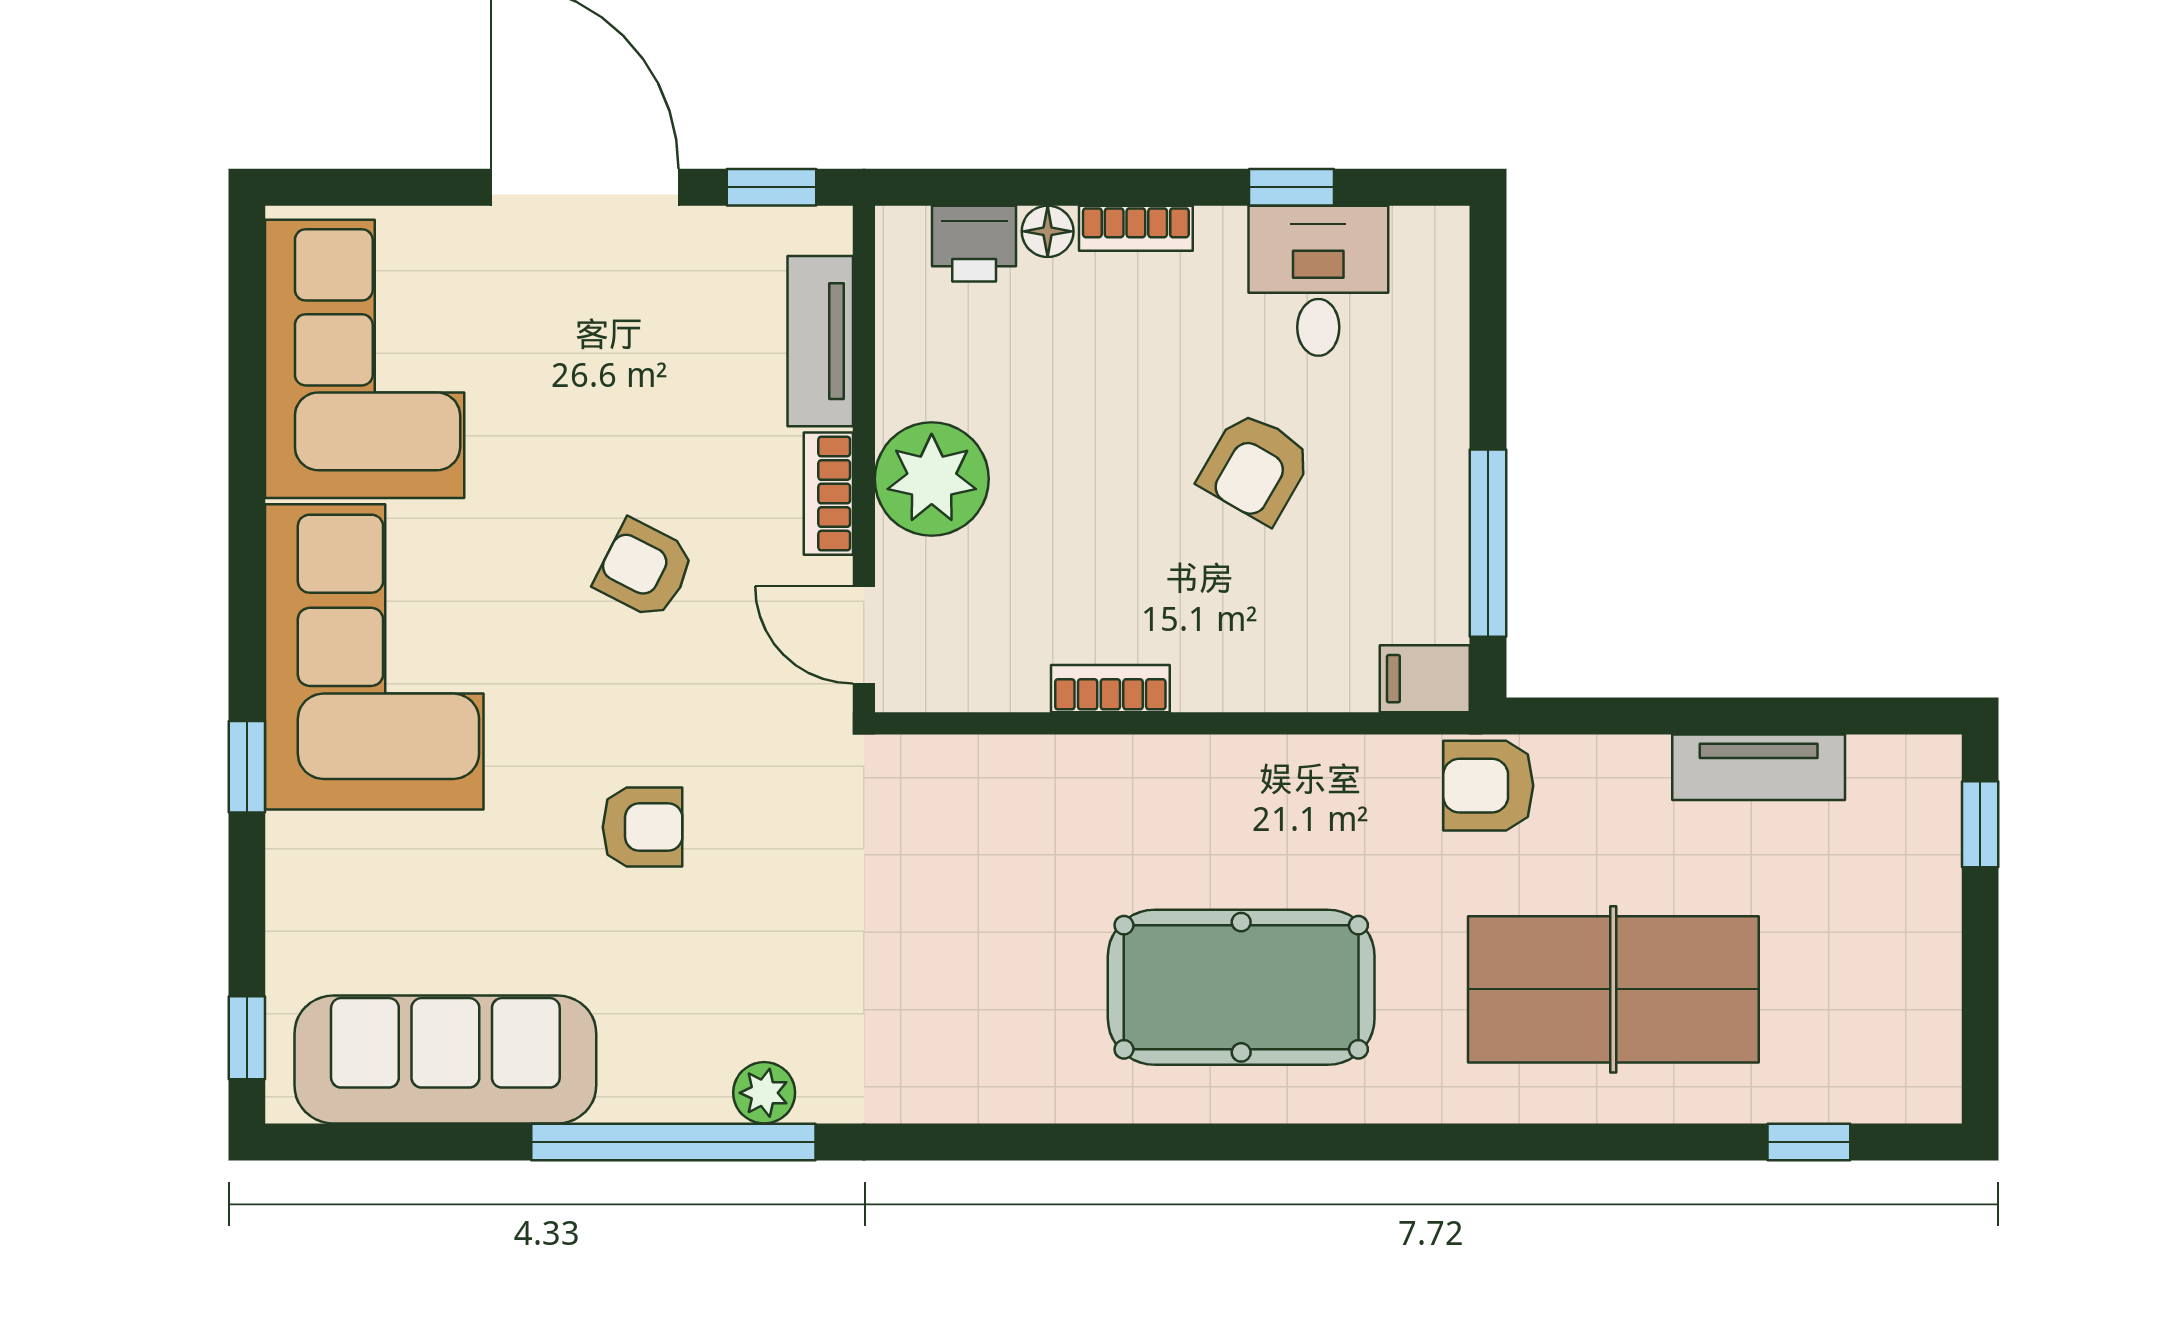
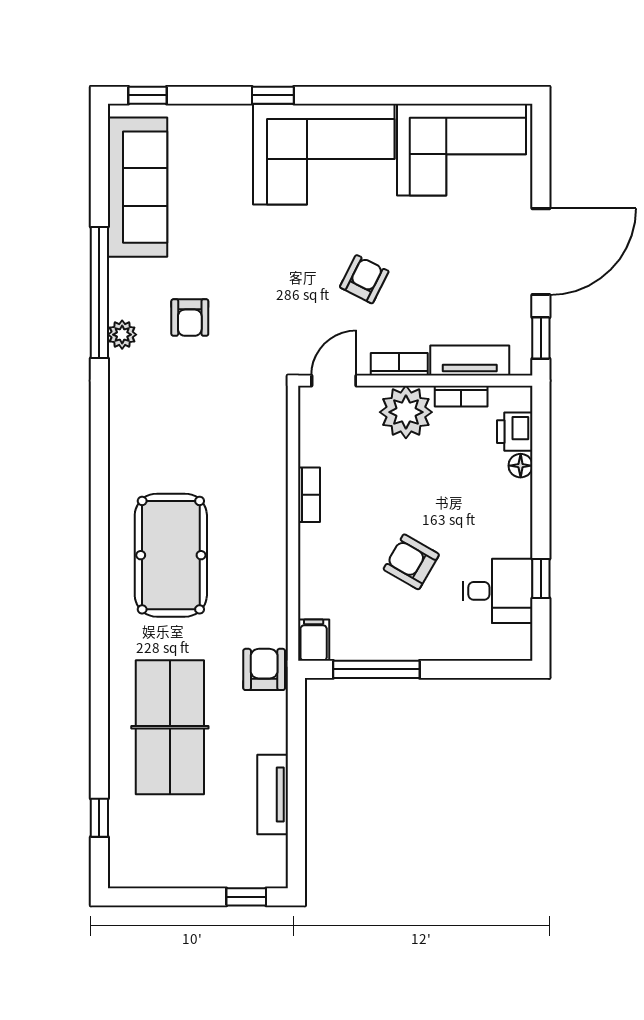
bookcase: (1136, 228) -> (461, 396), moved, turned -90
armchair: (643, 827) -> (190, 317), moved

